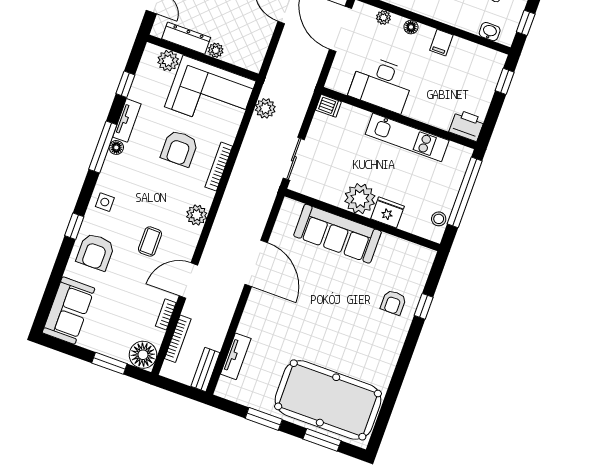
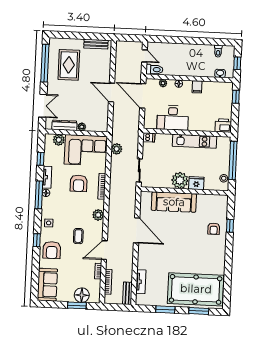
floor lamp: (143, 355) -> (82, 295), moved

